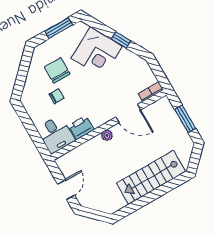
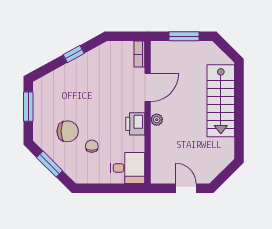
corner desk: (97, 52) -> (72, 84), removed
chair: (57, 70) -> (68, 131), turned 180
window: (23, 71) -> (50, 164), added
printer: (81, 128) -> (135, 124), moved

